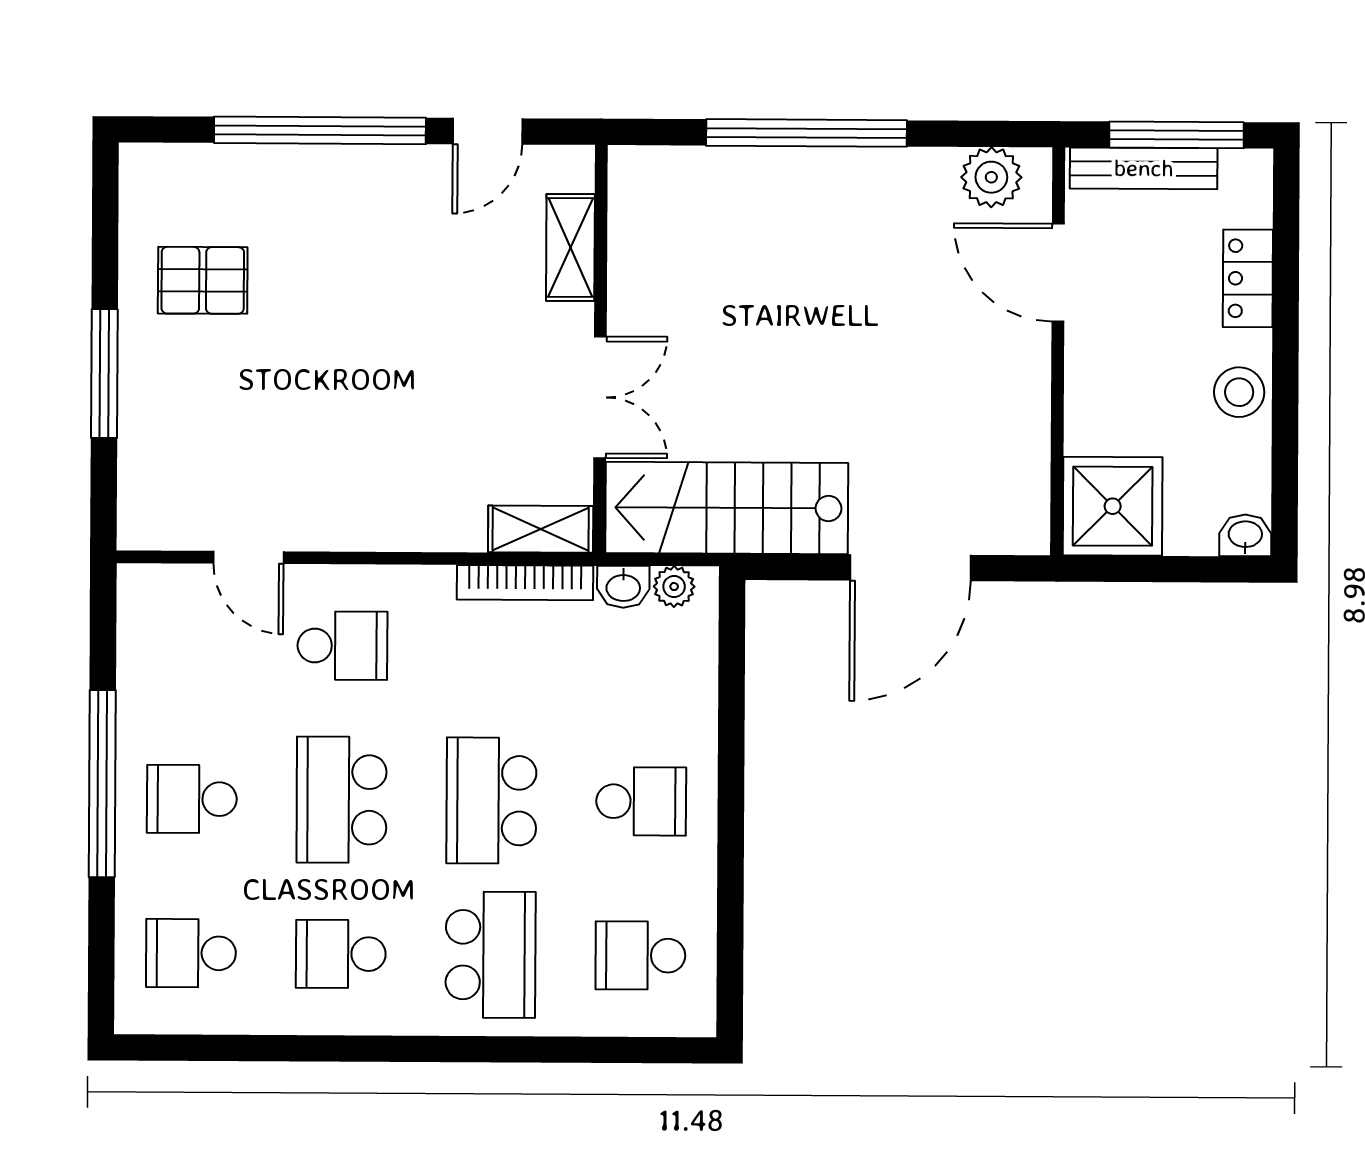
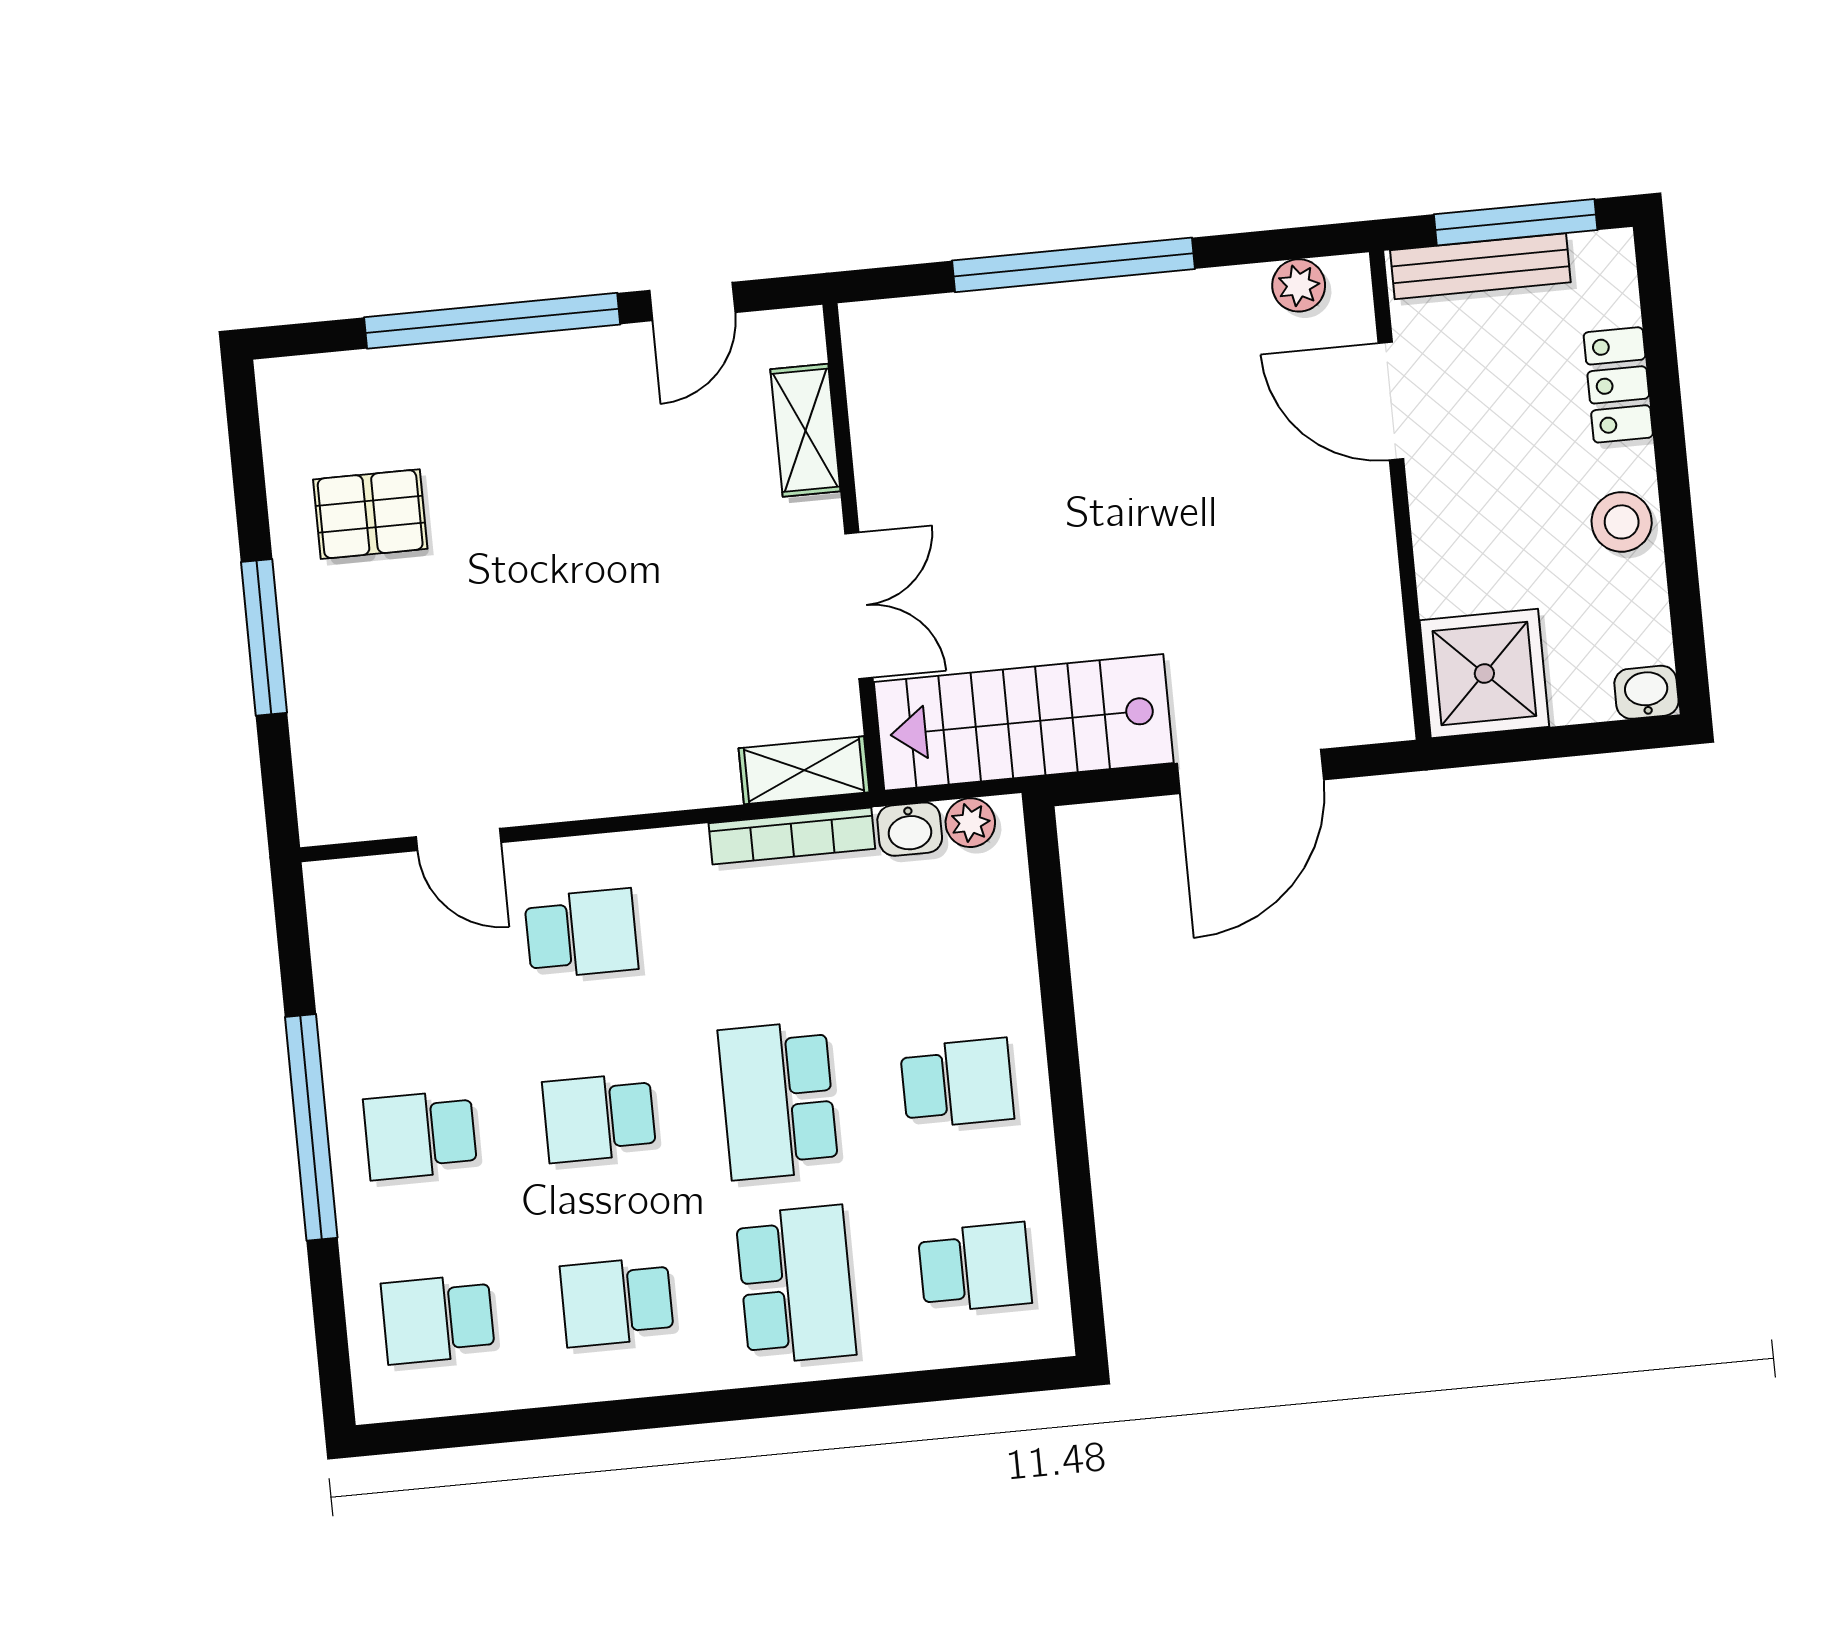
plant: (991, 177) -> (1299, 285), width x0.73, depth x0.73
school desk: (342, 800) -> (599, 1118), width x0.54
school desk: (640, 955) -> (975, 1267), turned 180

